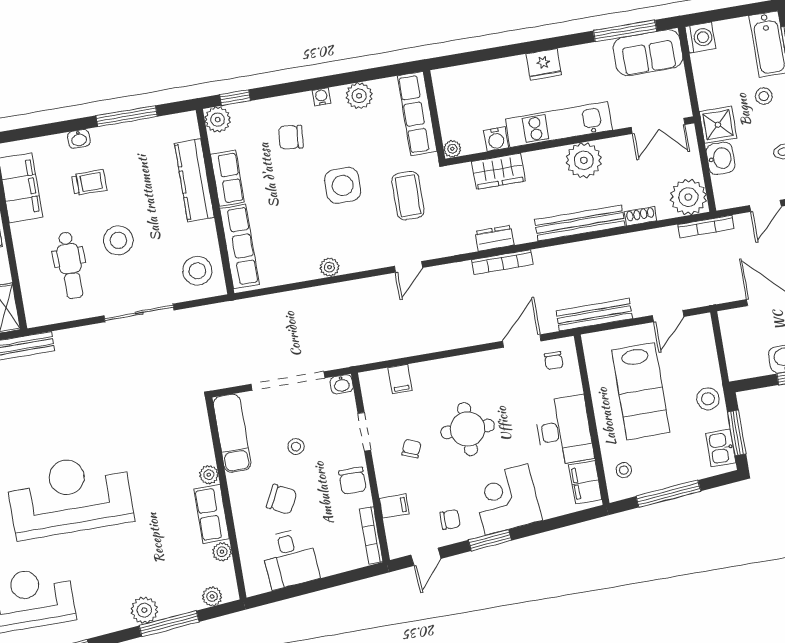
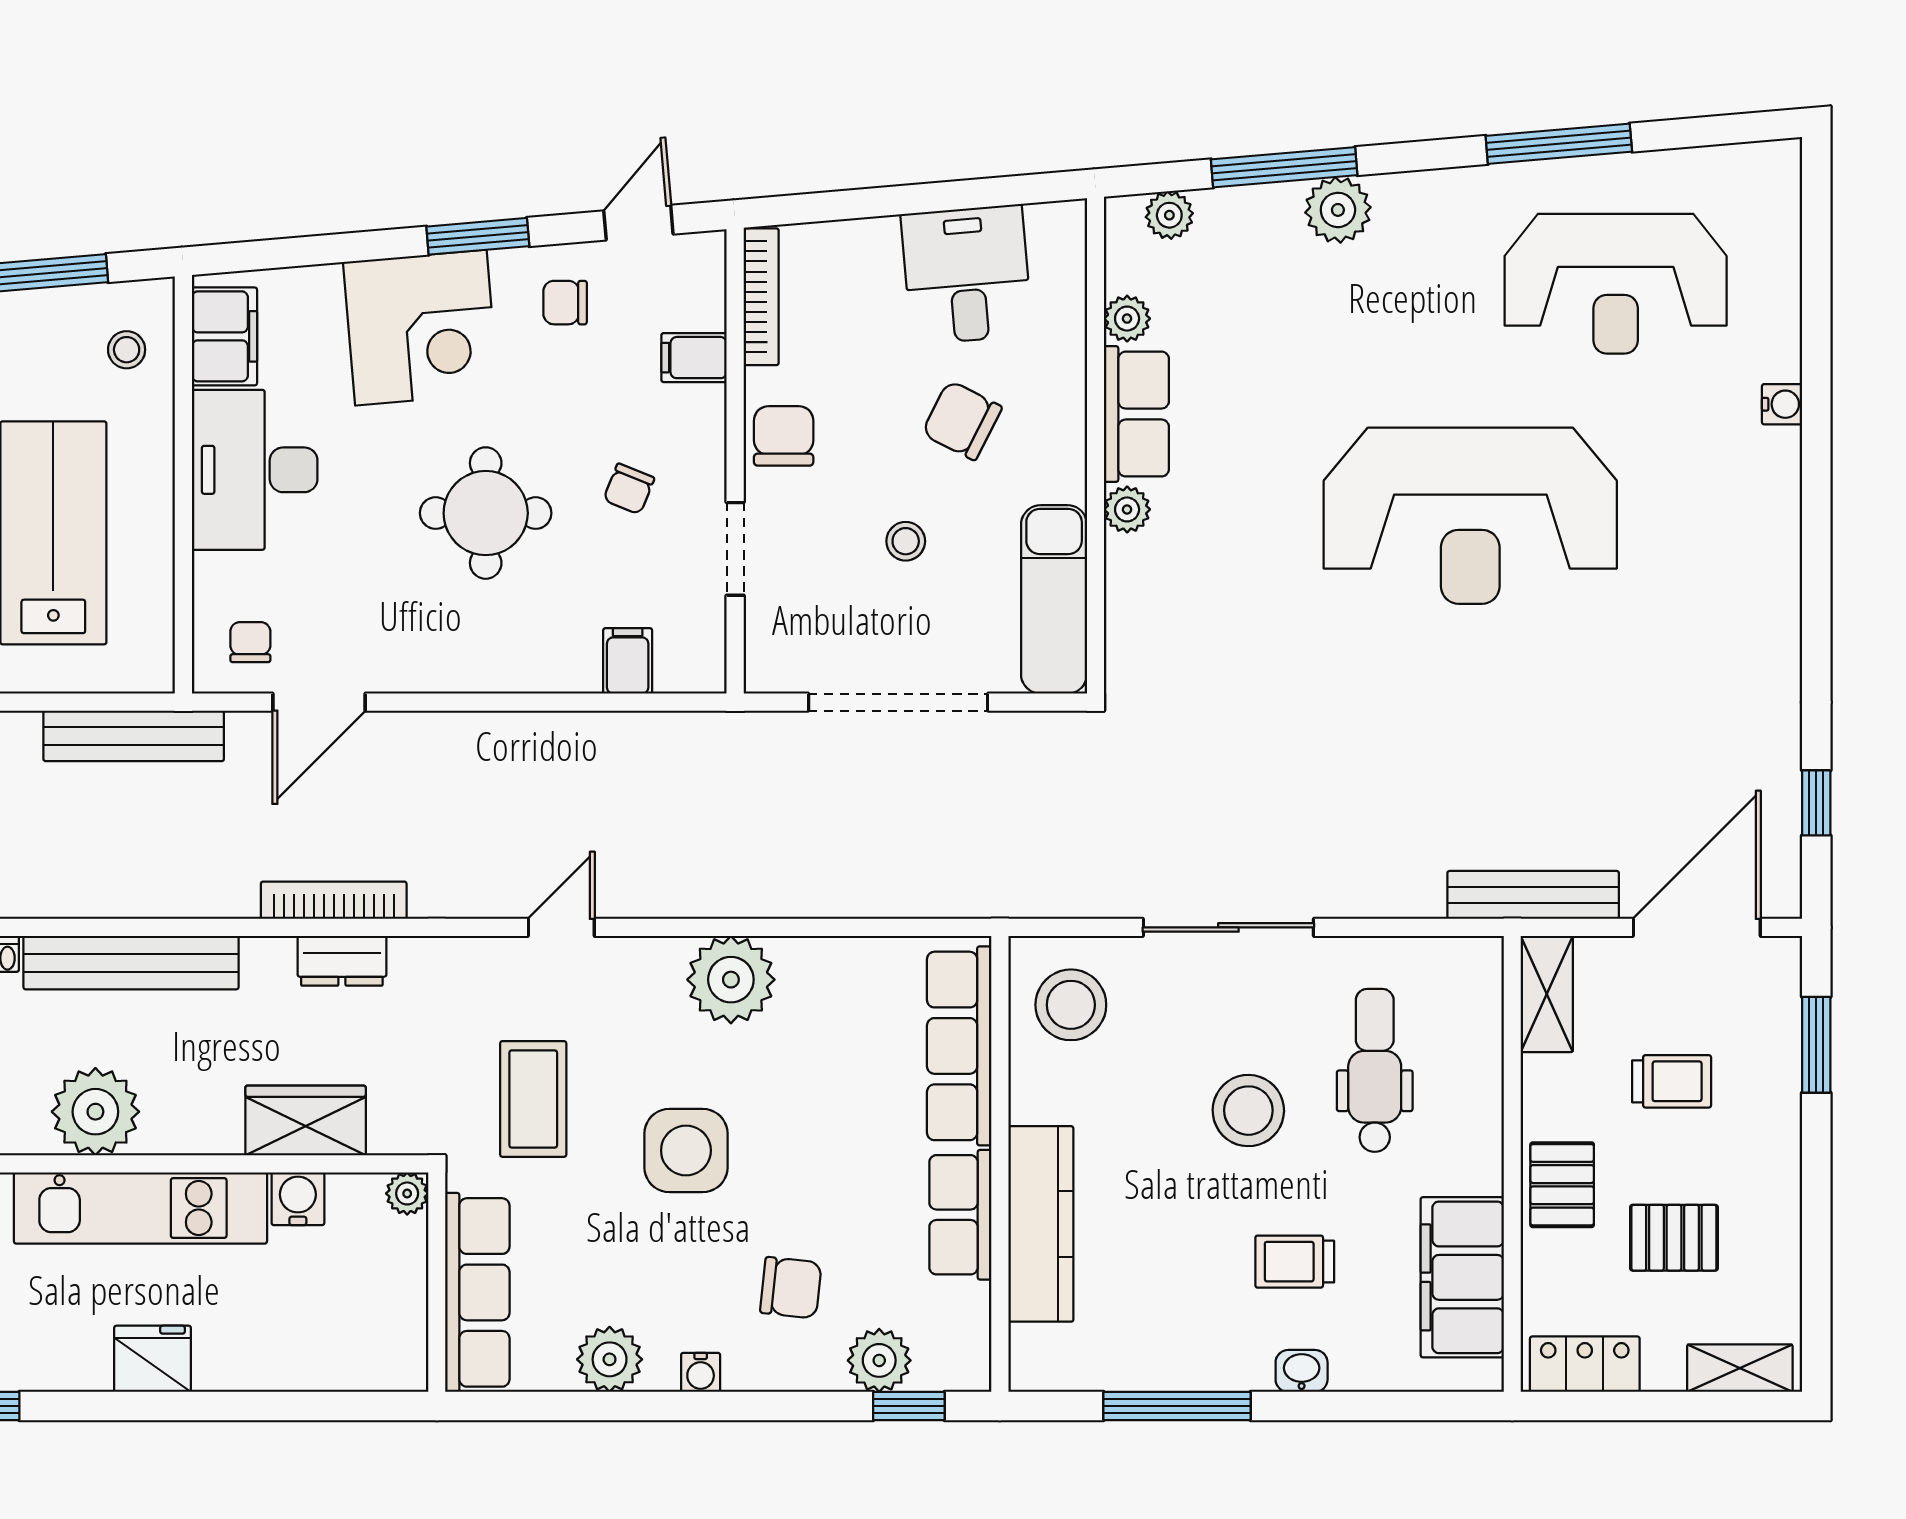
plant: (218, 120) -> (879, 1360), moved
plant: (329, 267) -> (731, 980), width x1.88, depth x1.88
washbasin: (342, 384) -> (770, 672), removed

